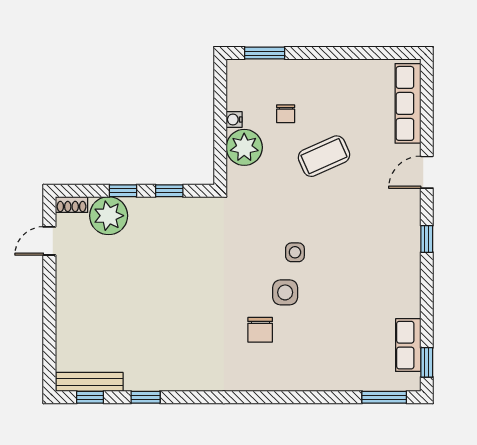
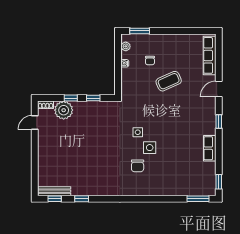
plant: (244, 147) -> (126, 46), moved, width x0.53, depth x0.53
side table: (295, 252) -> (138, 132), moved
row of seats: (408, 345) -> (210, 148), moved

